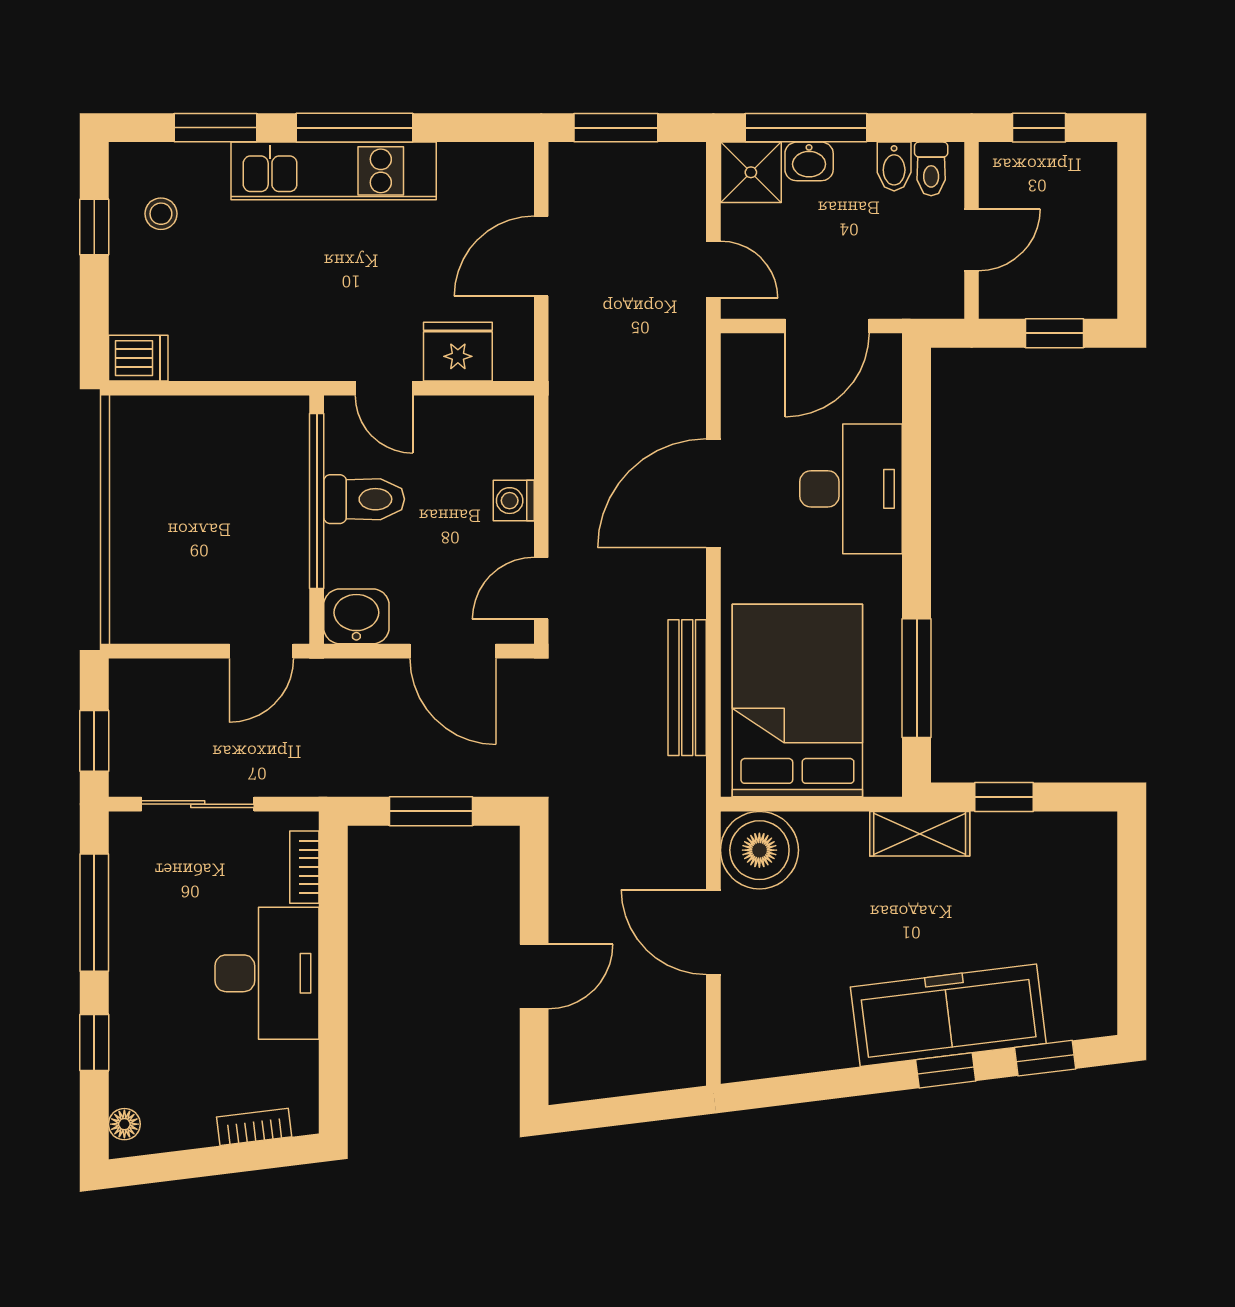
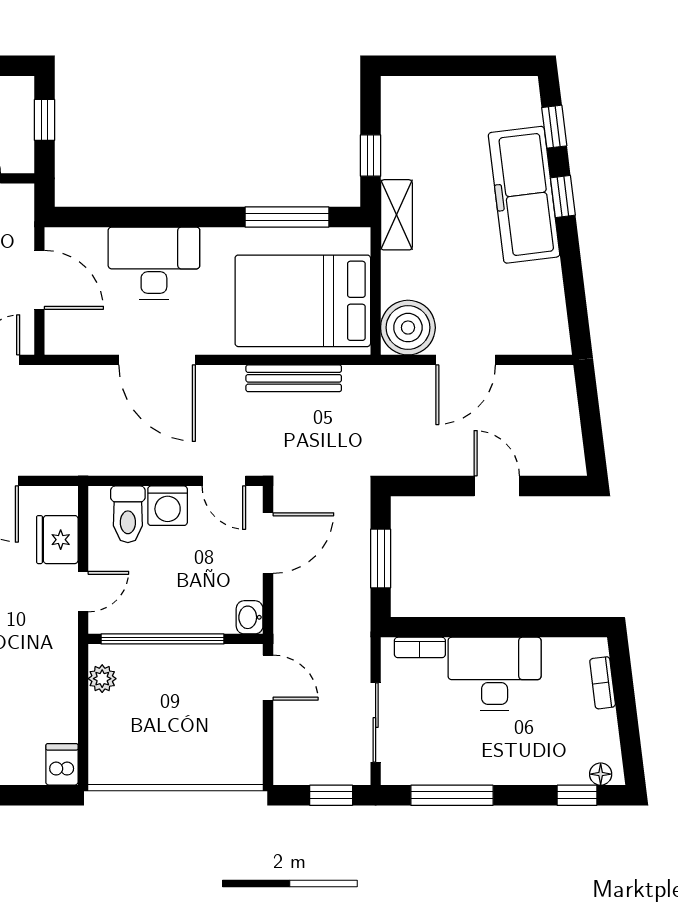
plant: (260, 415) -> (102, 679), added
toilet: (364, 499) -> (128, 514), moved, turned 180
washing machine: (514, 501) -> (168, 506), width x1.38, depth x1.38
washbasin: (356, 616) -> (250, 617), width x0.72, depth x0.69
window: (94, 1042) -> (577, 795), moved

